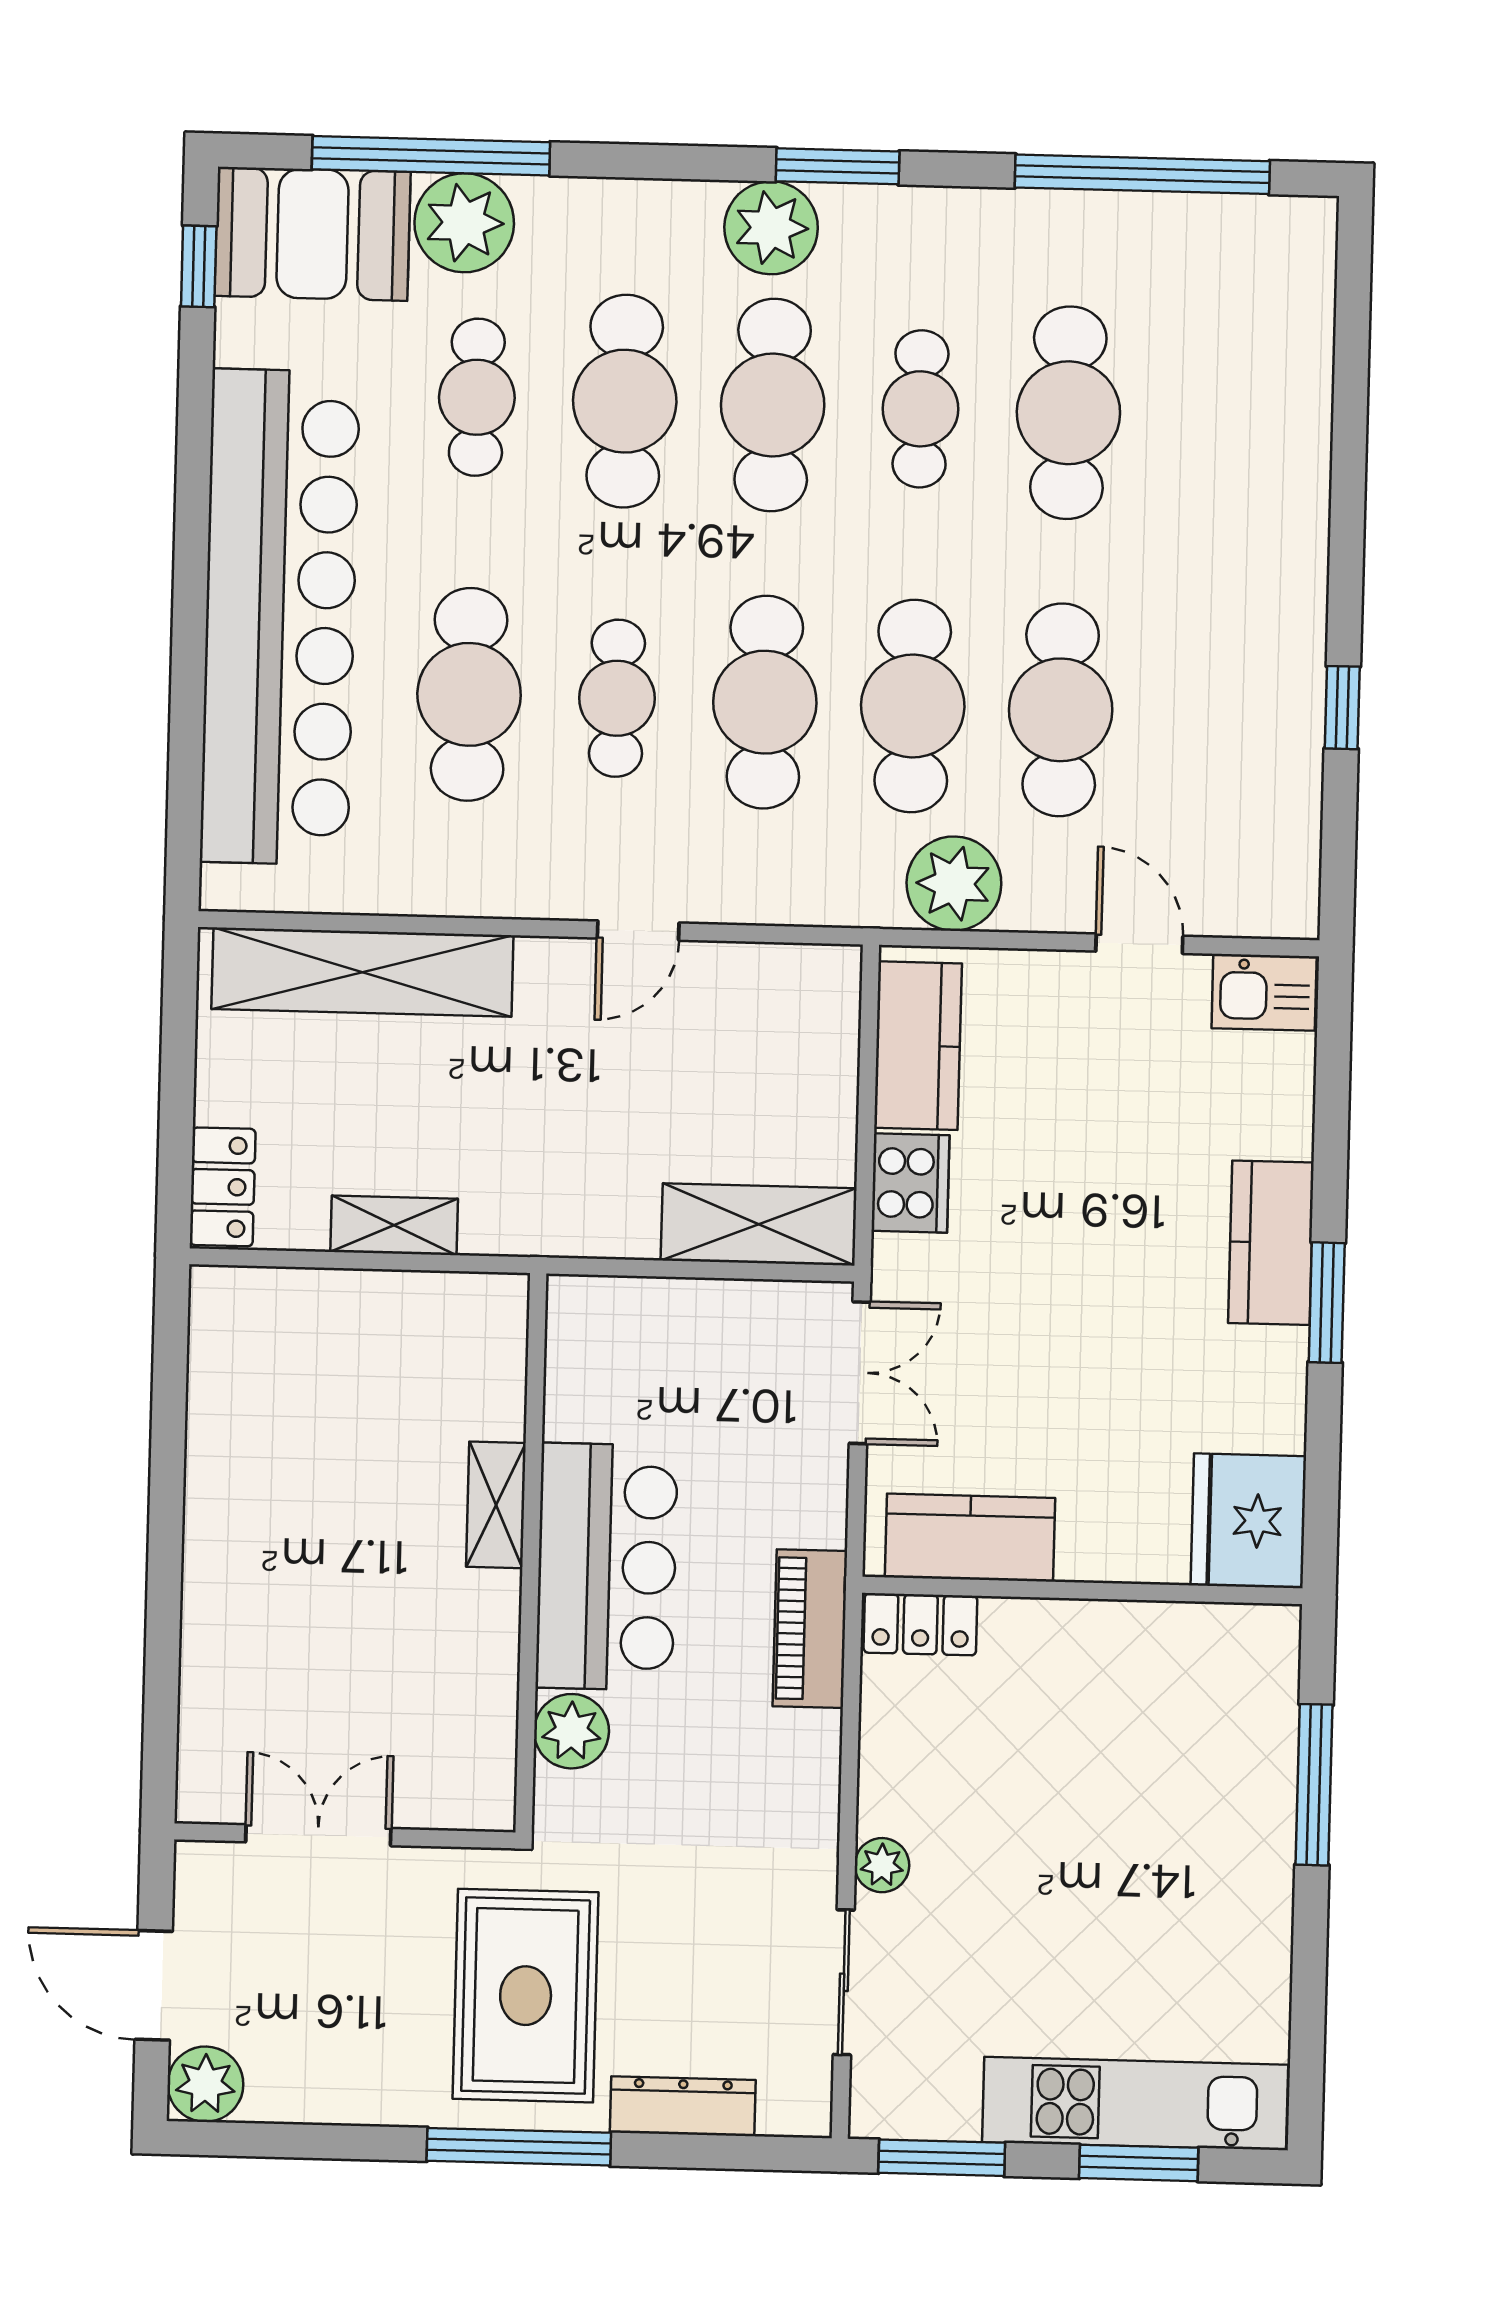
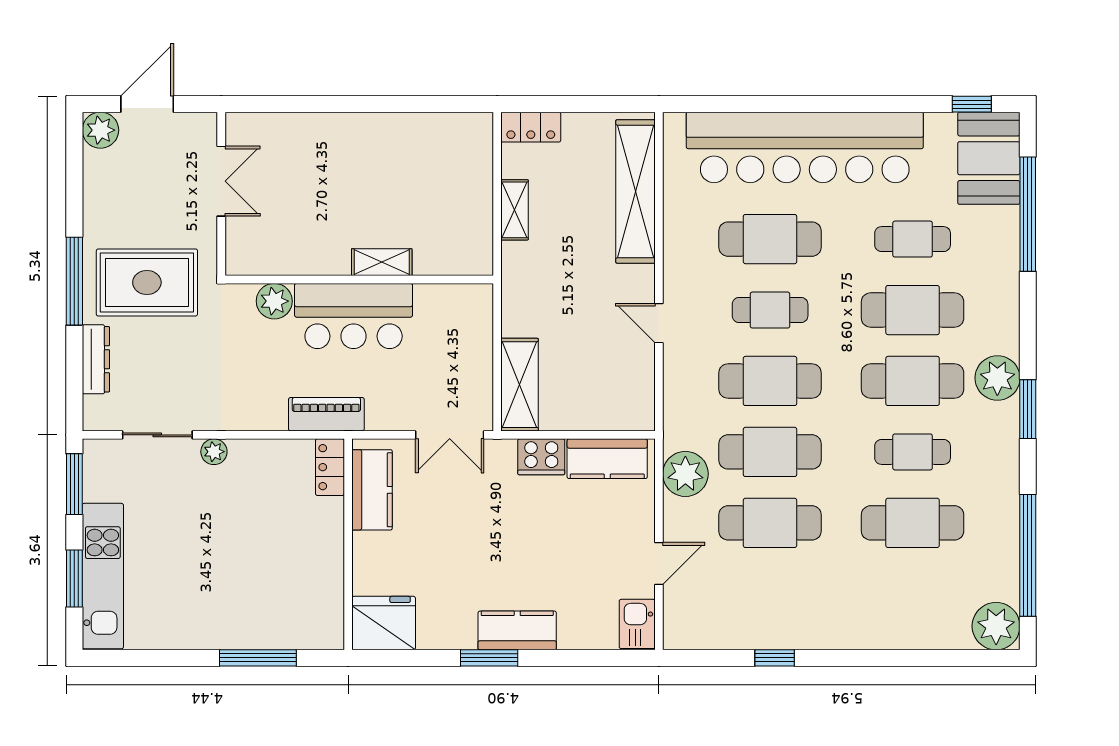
plant: (464, 223) -> (996, 626), moved

